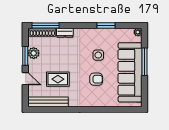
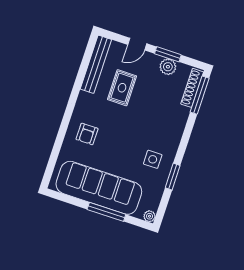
dresser: (65, 33) -> (181, 118), removed
side table: (98, 55) -> (153, 159), moved
armchair: (96, 79) -> (87, 134), moved

